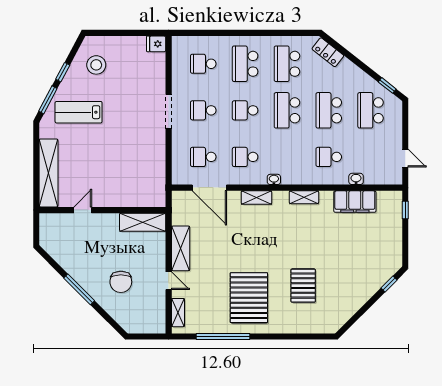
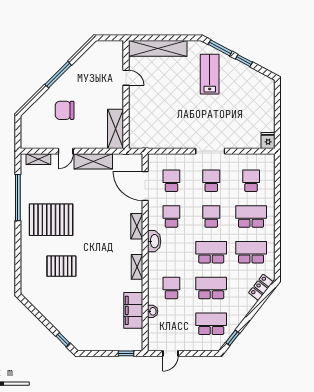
stool: (96, 65) -> (250, 89), removed
washbasin: (274, 179) -> (154, 241), width x1.91, depth x1.45
door: (209, 188) -> (145, 186), hinge flipped

